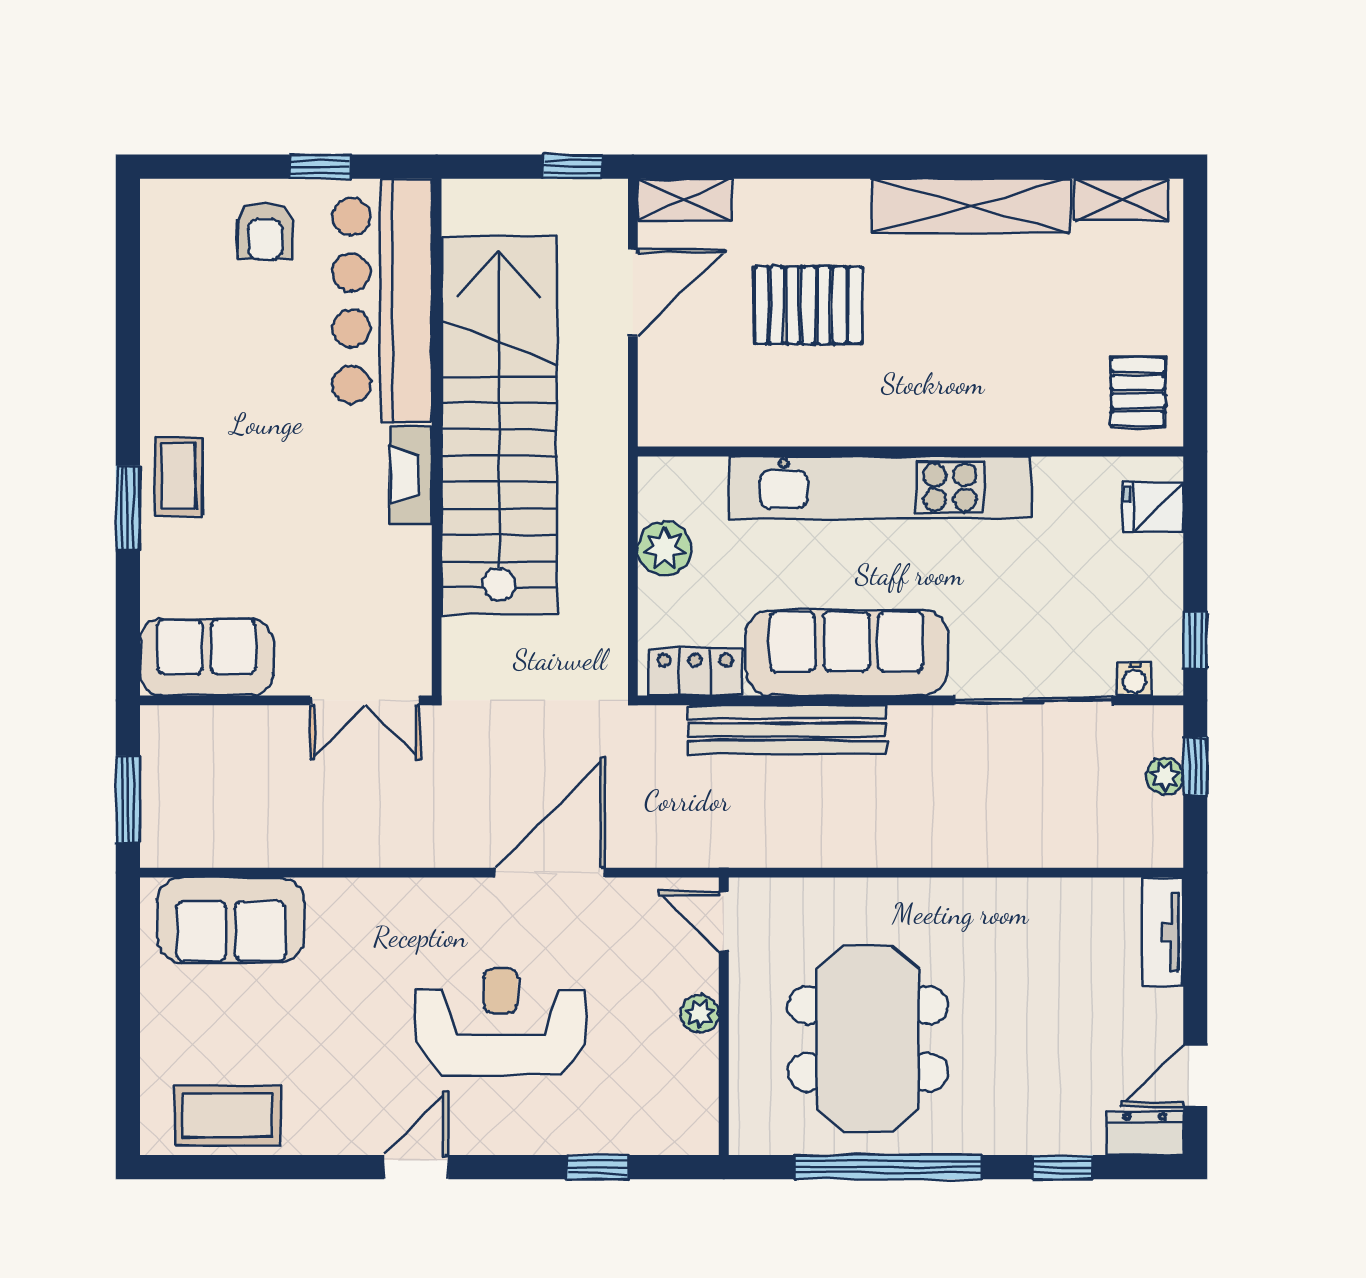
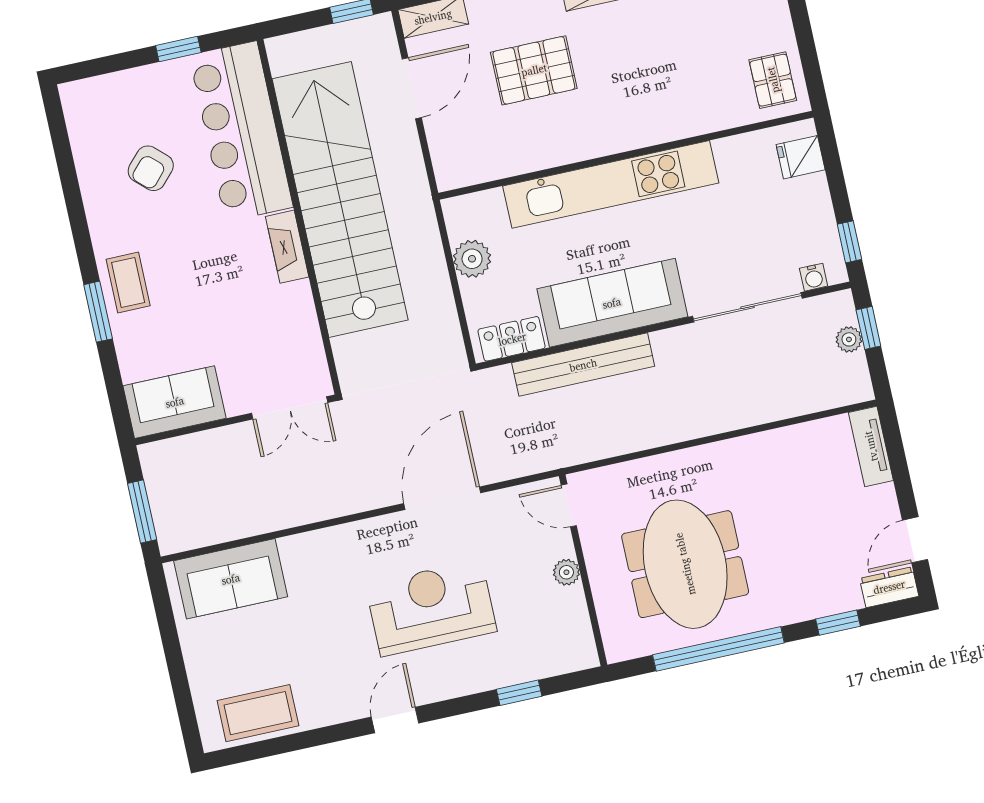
armchair: (265, 231) -> (151, 168), moved, turned 43

